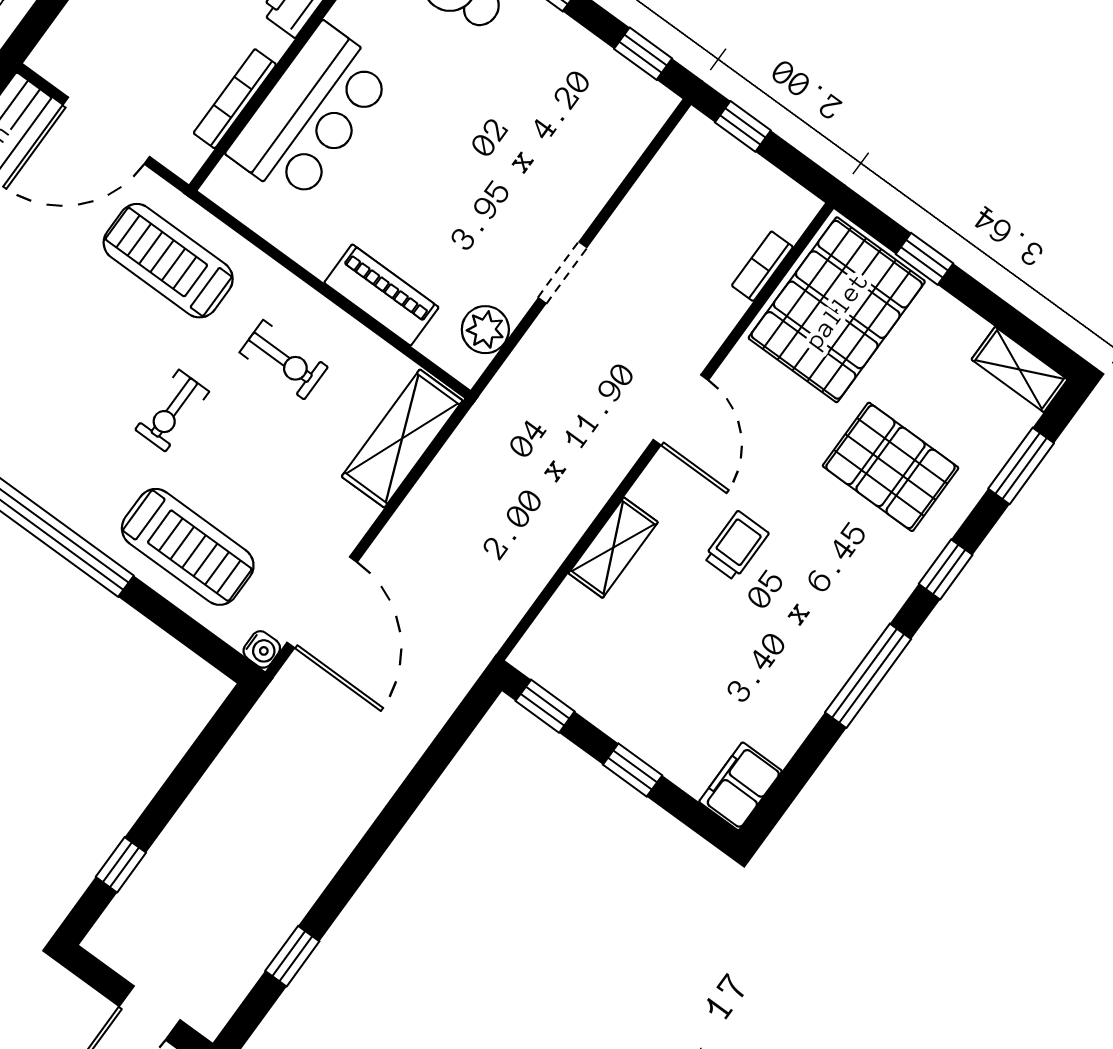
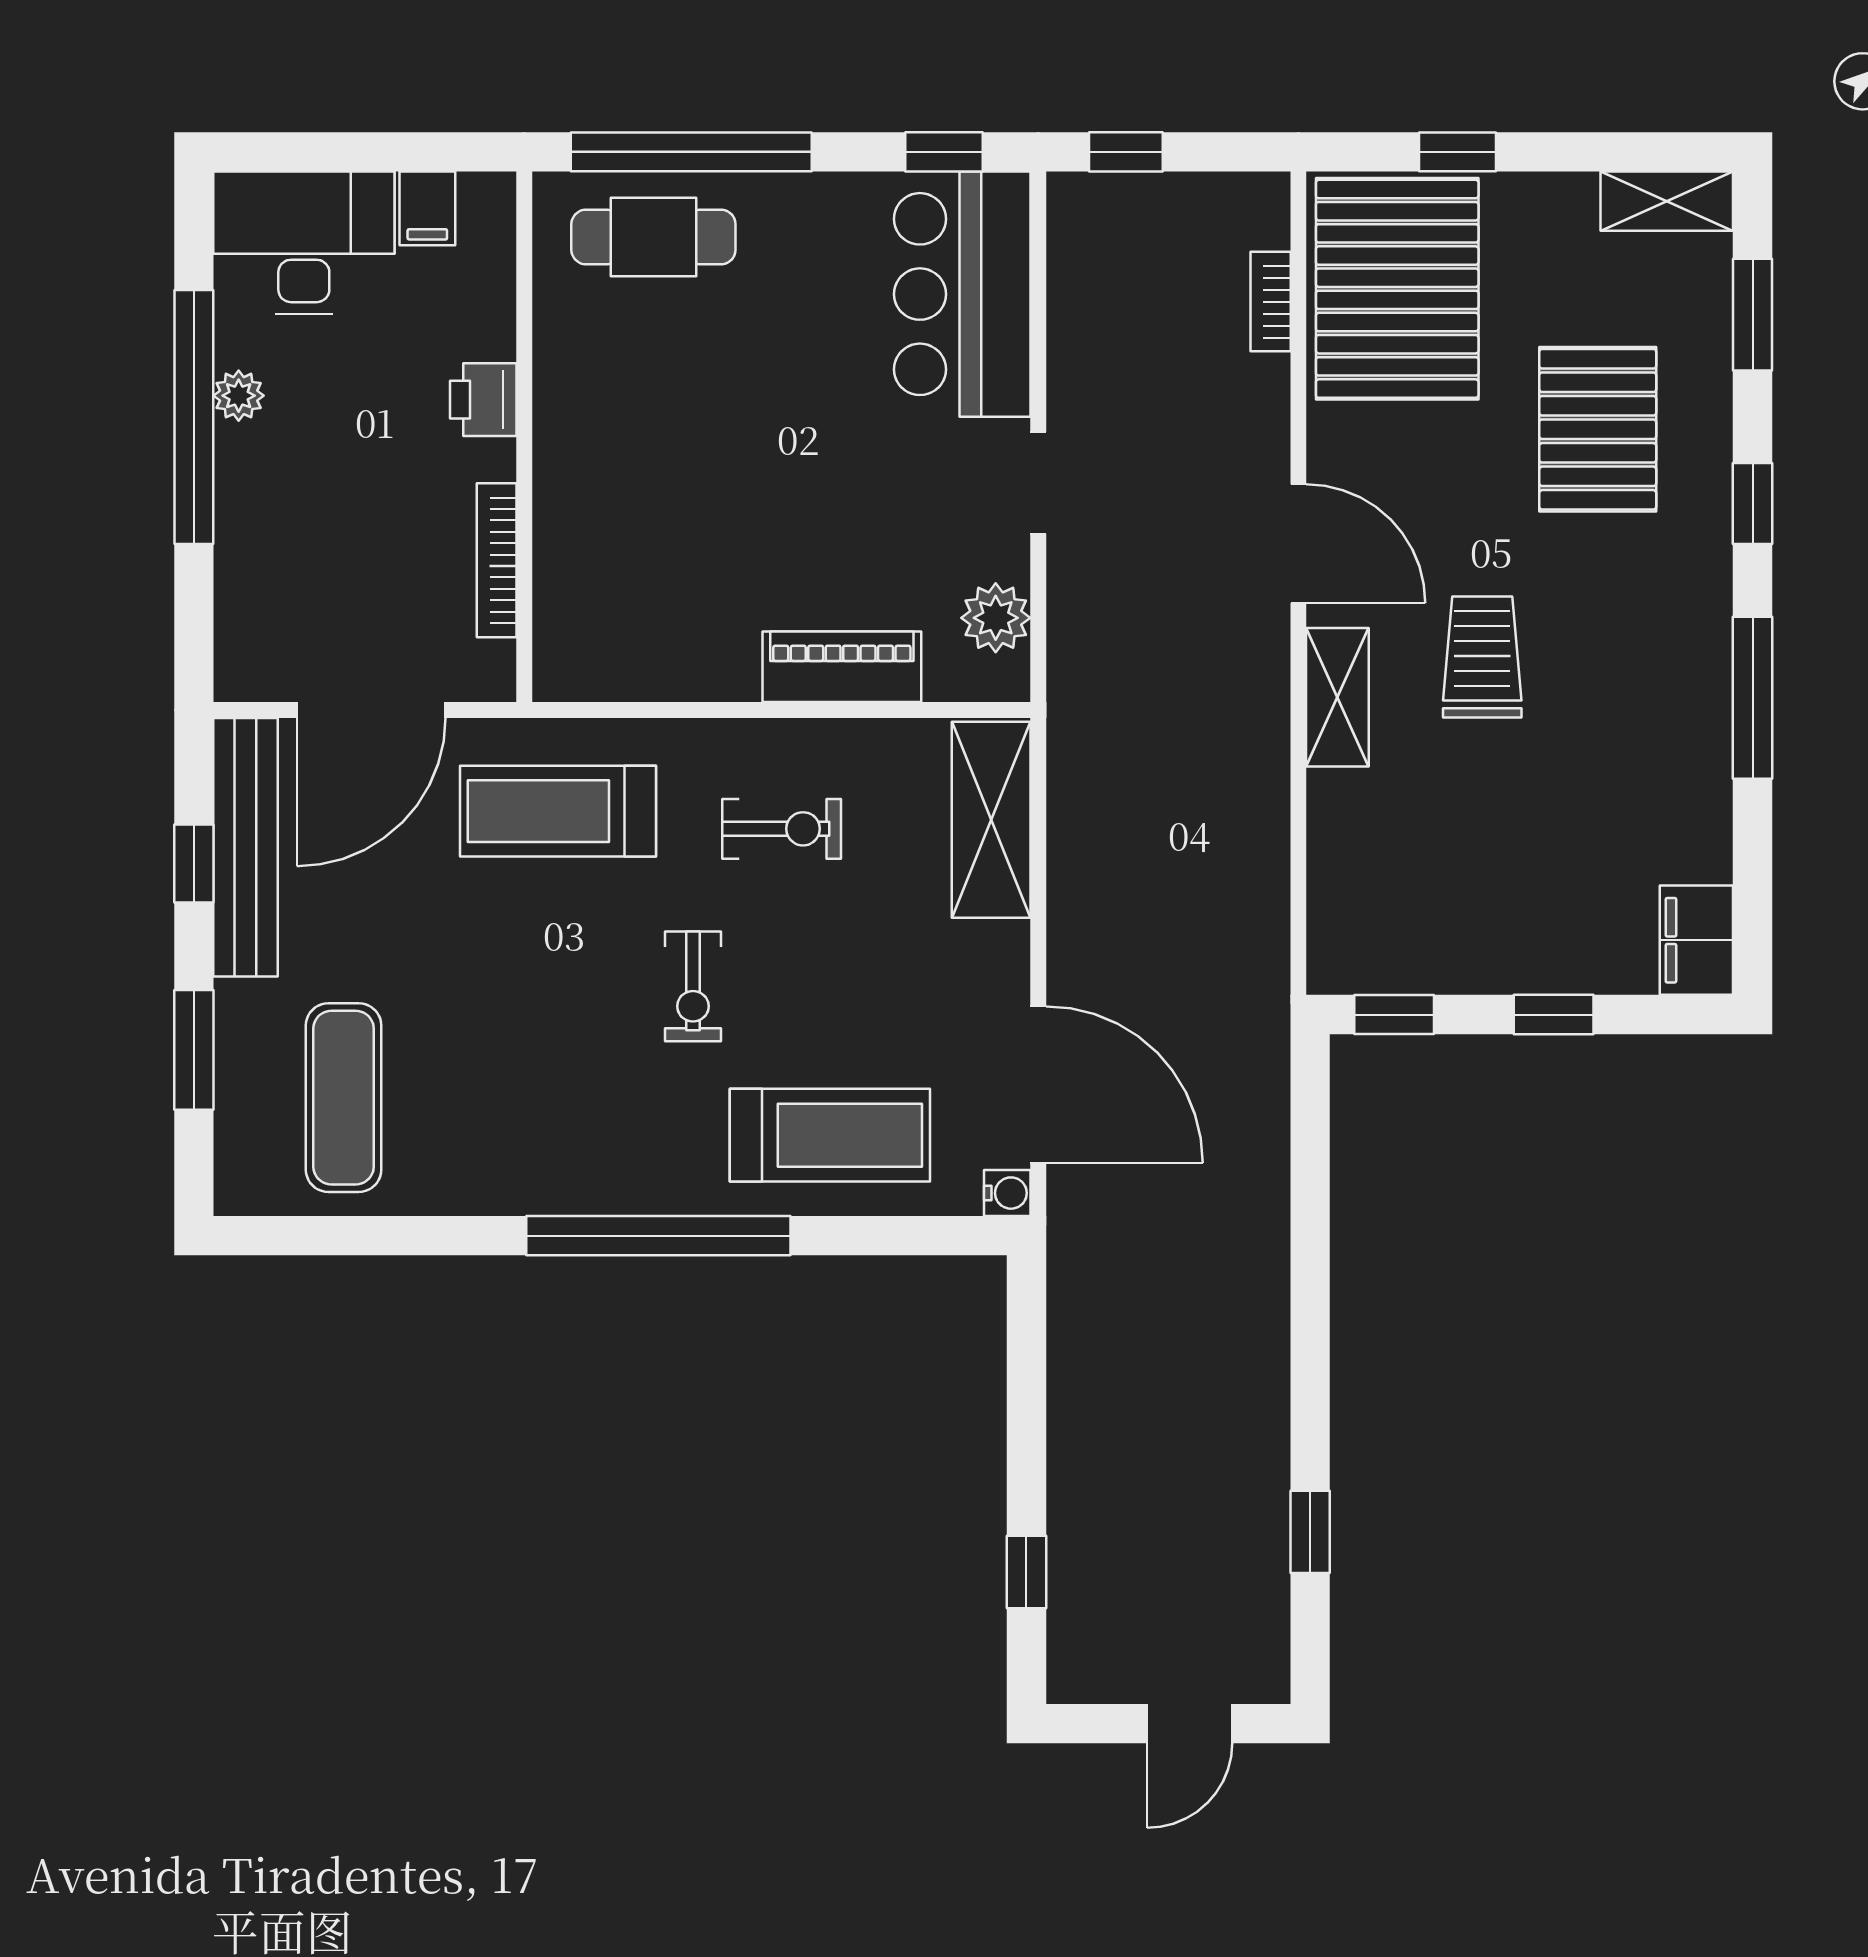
bar counter: (311, 114) -> (962, 294), moved, turned 180
pallet: (891, 467) -> (1598, 429), turned 90
trolley: (736, 546) -> (1482, 657), width x1.36, depth x1.39
shelving: (613, 548) -> (1337, 697), moved

